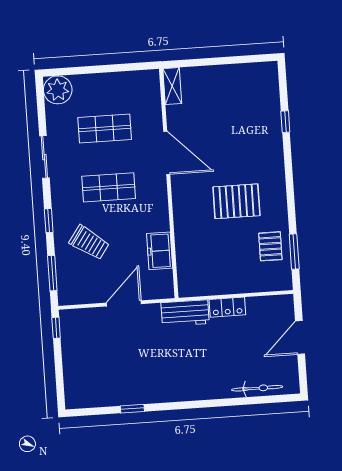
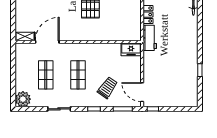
door: (167, 153) -> (47, 42), moved
freezer: (160, 251) -> (131, 49), moved
door: (124, 303) -> (142, 92), moved

